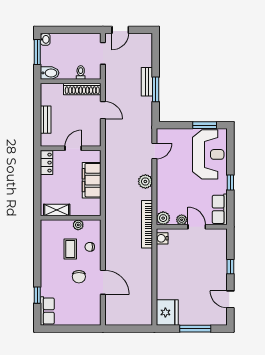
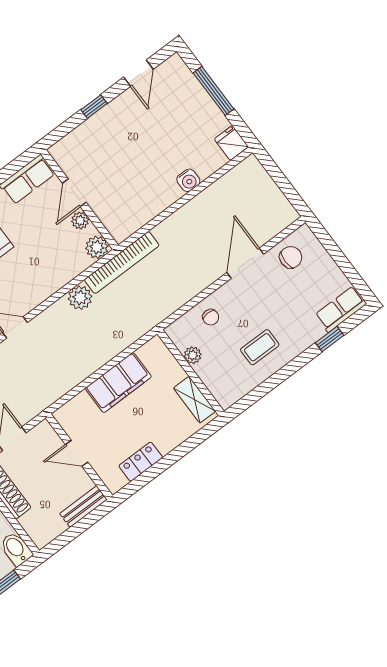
wall: (71, 148) -> (79, 457), moved
door: (73, 148) -> (77, 453), moved
plant: (145, 181) -> (80, 298), moved
water cooler: (162, 238) -> (188, 180), moved
coffee table: (70, 249) -> (260, 347), moved
chair: (79, 277) -> (291, 257), moved
fridge: (167, 312) -> (231, 143), width x0.53, depth x0.75

